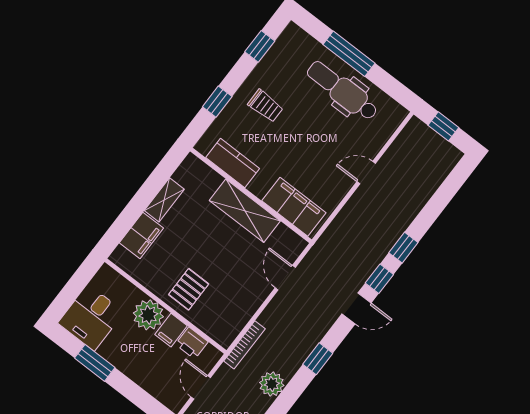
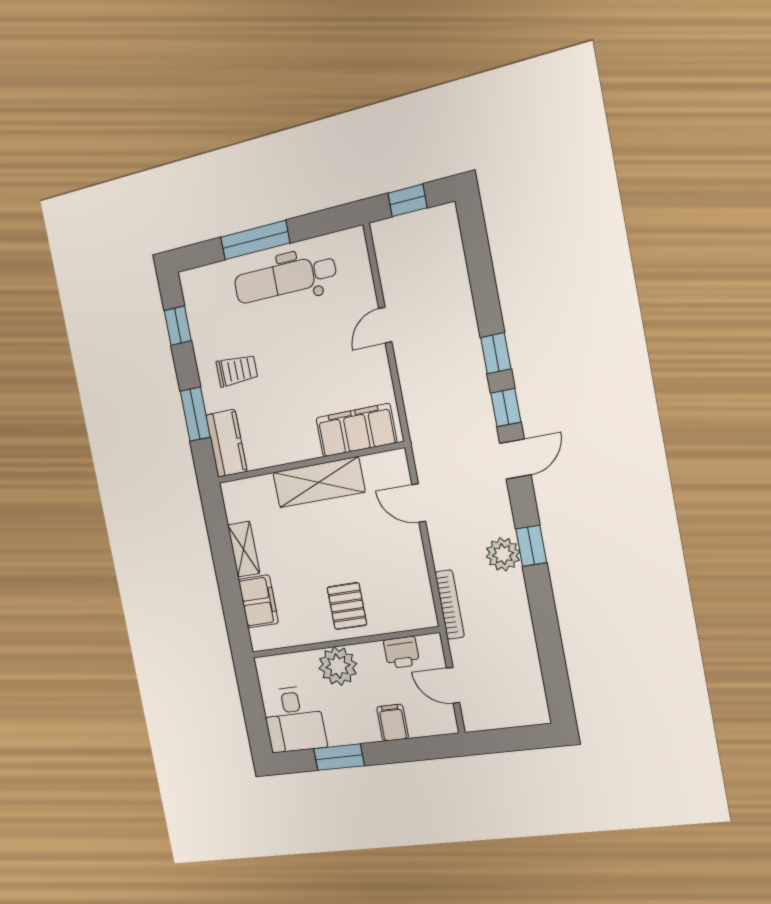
window: (217, 102) -> (195, 414), width x1.50
kitchen counter: (233, 163) -> (226, 443), moved, turned 90
filing cabinet: (171, 330) -> (393, 723), moved, turned 180
plant: (272, 384) -> (503, 554), moved

